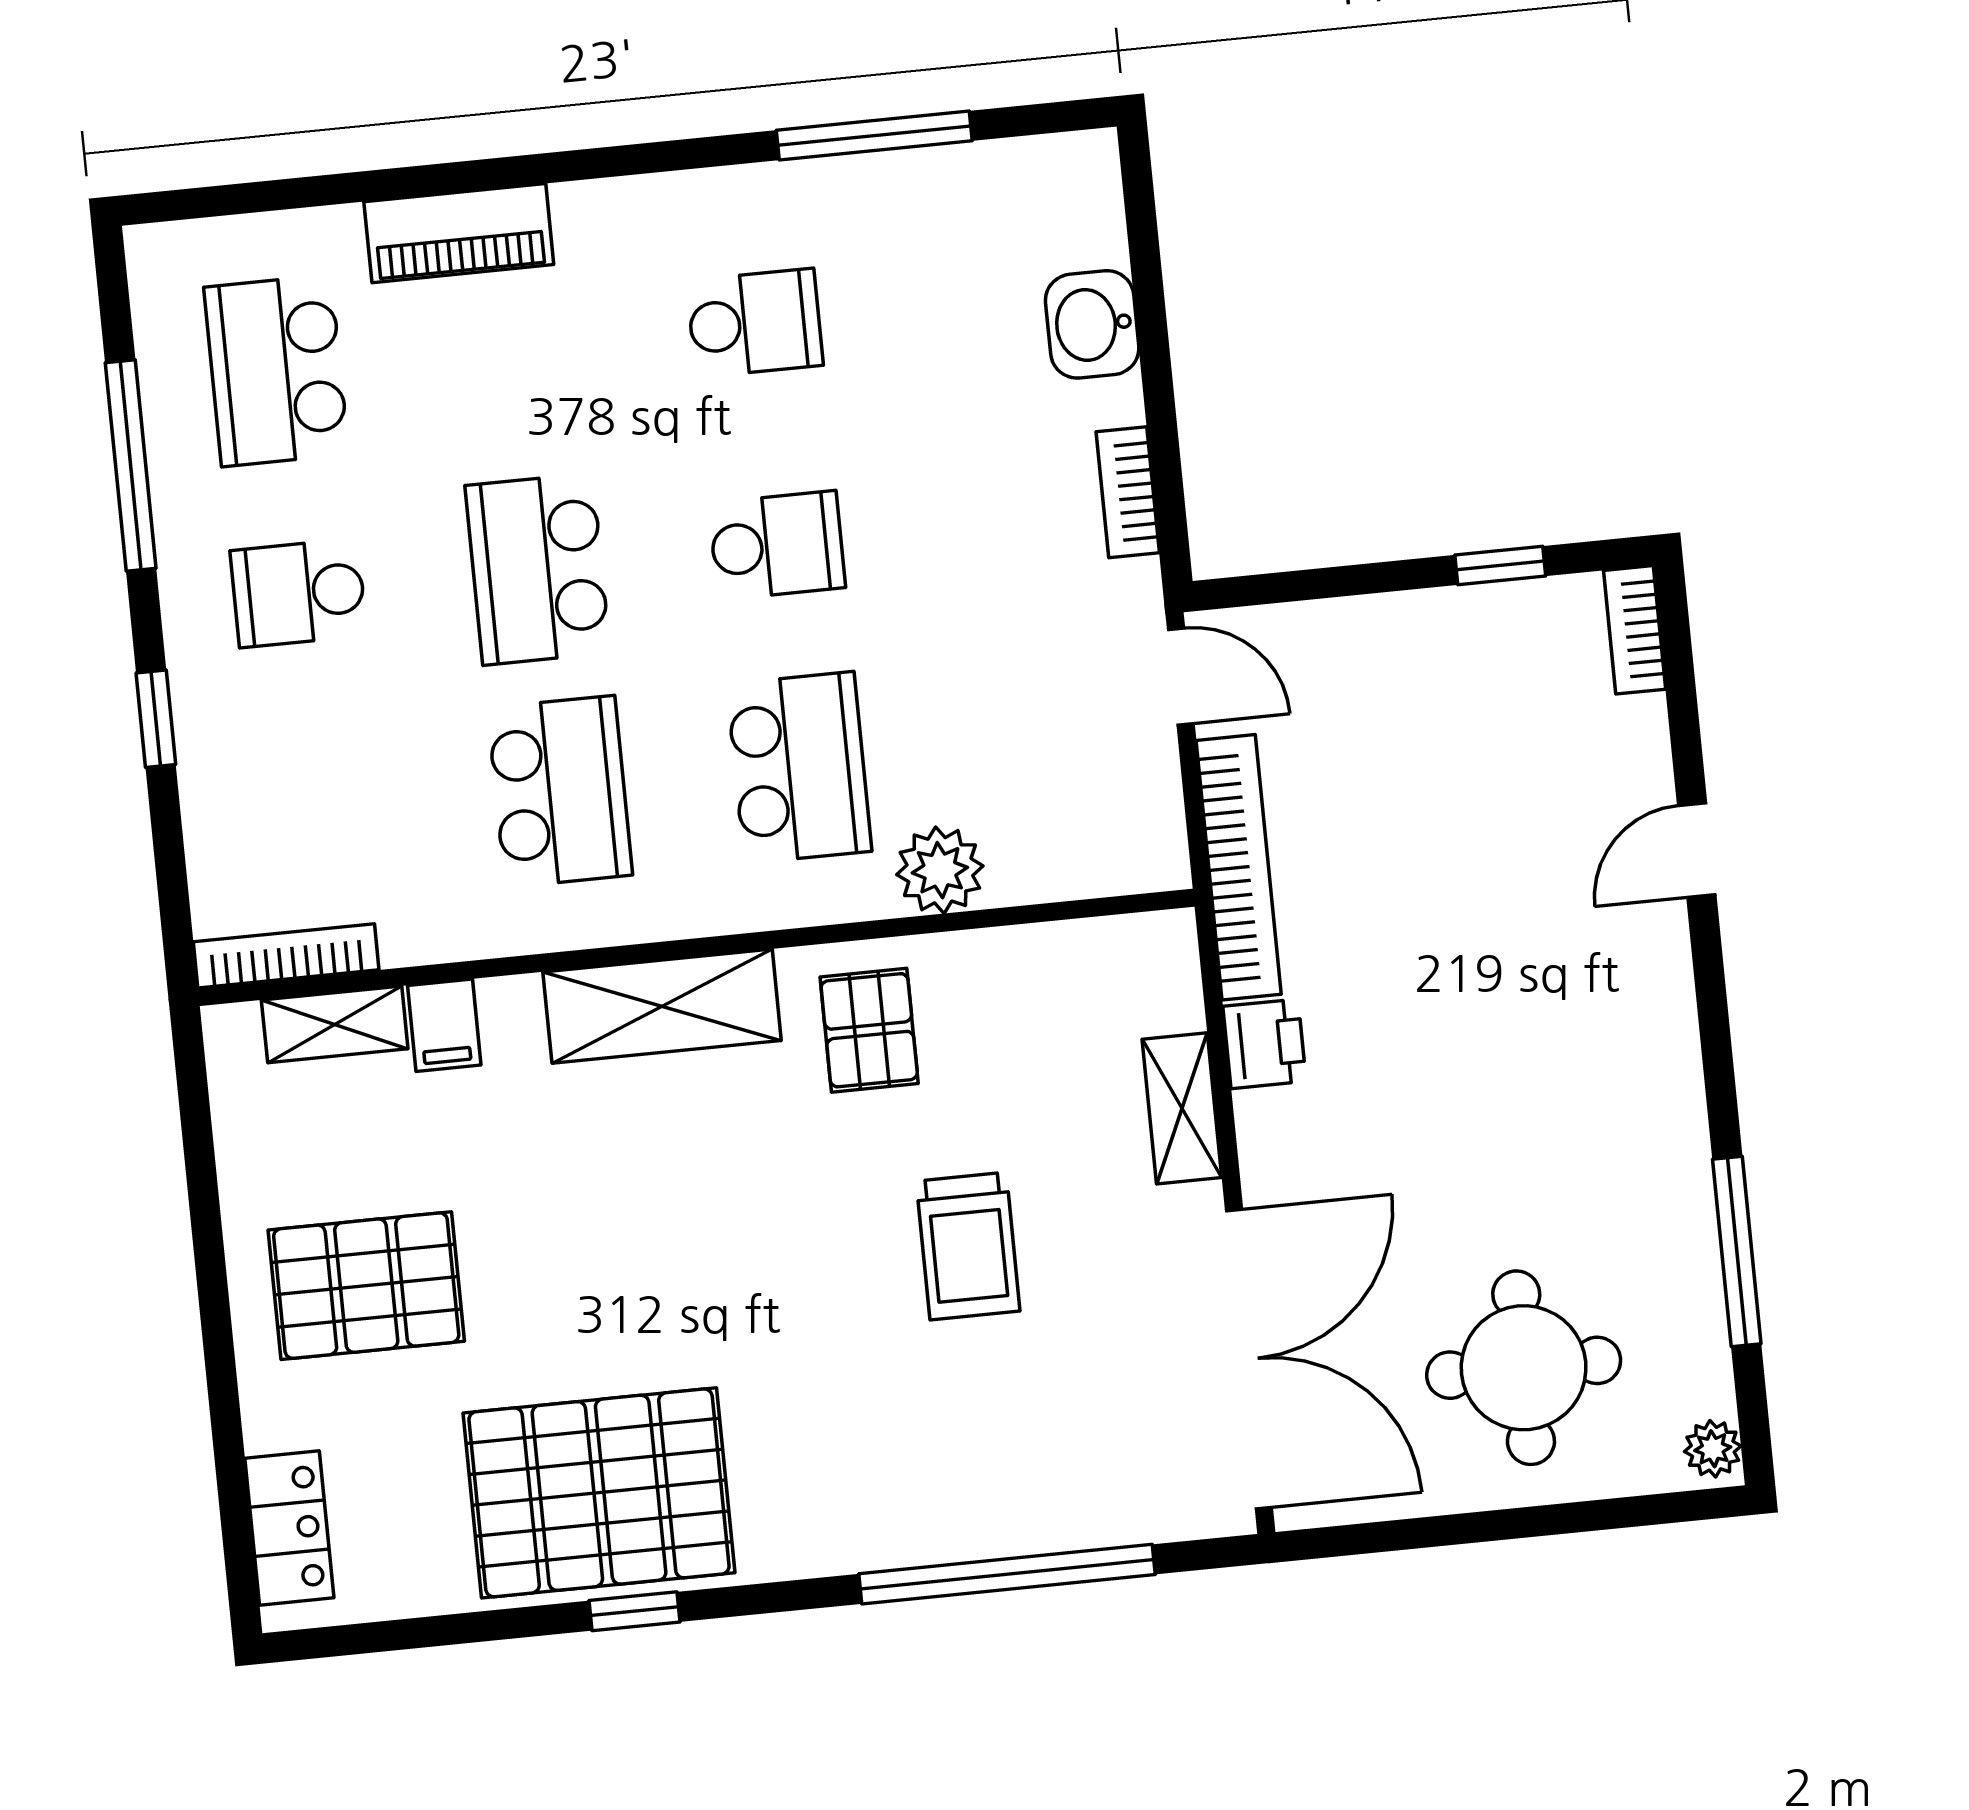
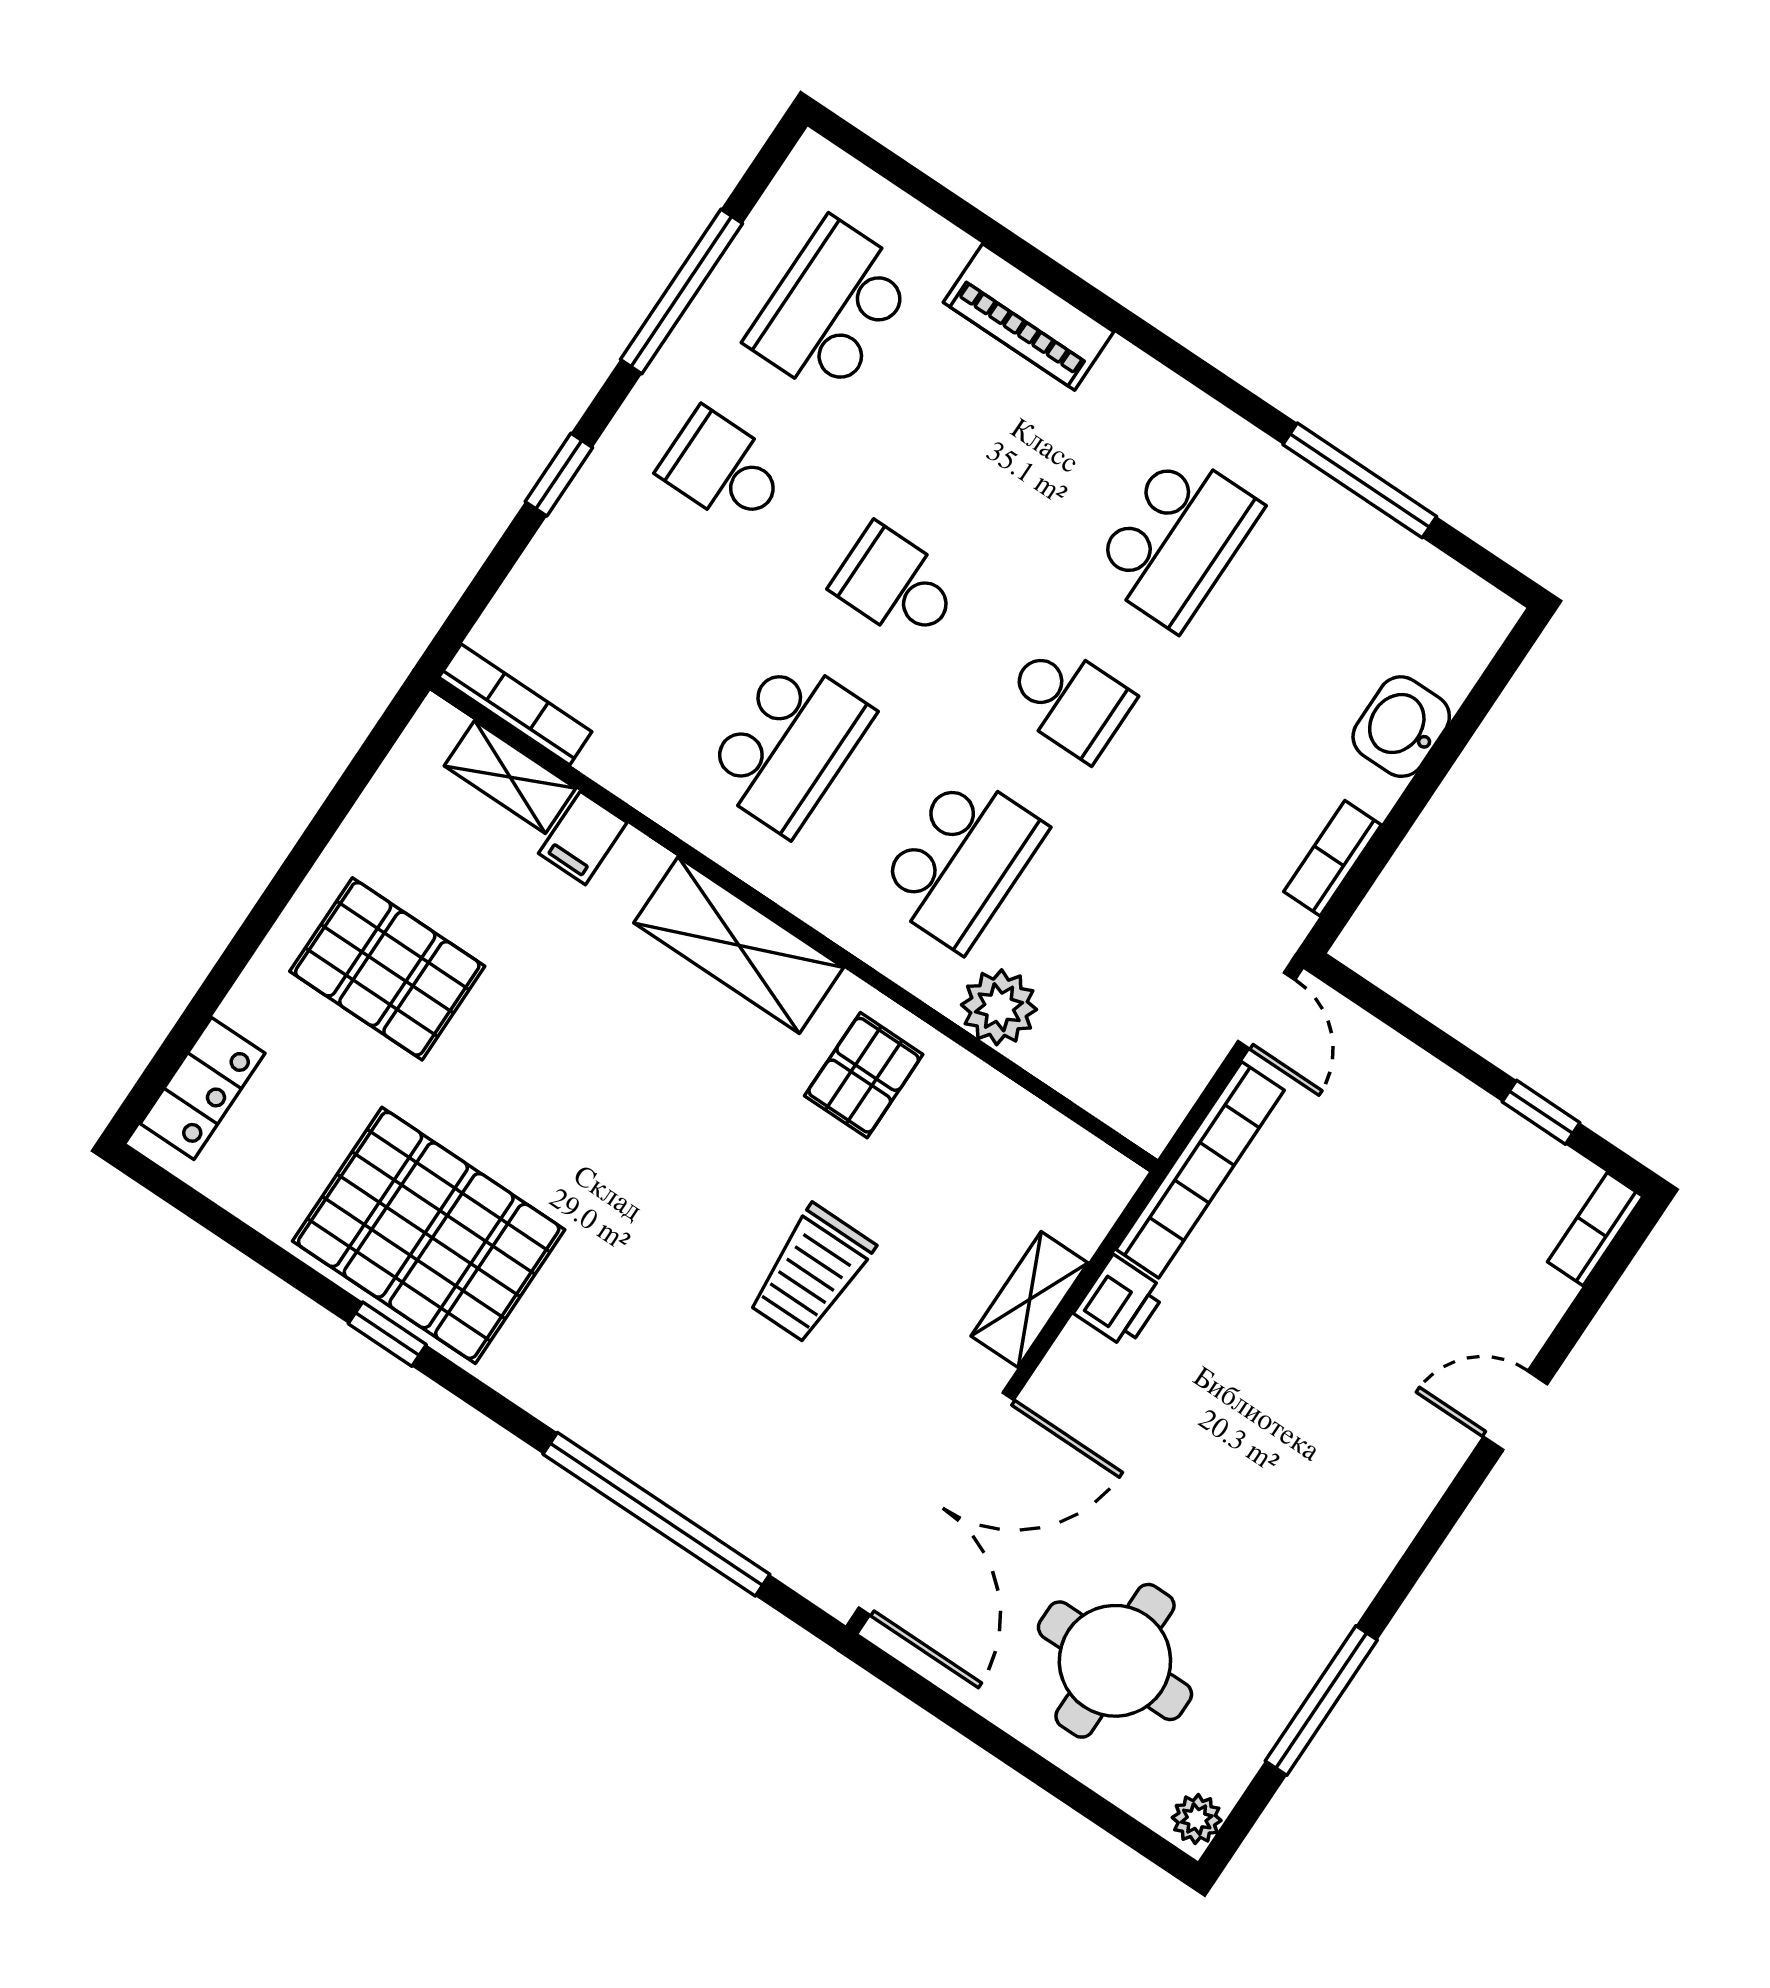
school desk: (755, 323) -> (1177, 540), width x1.85
school desk: (538, 569) -> (896, 585), width x0.54

